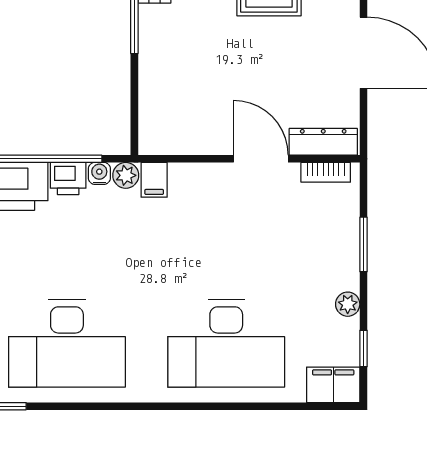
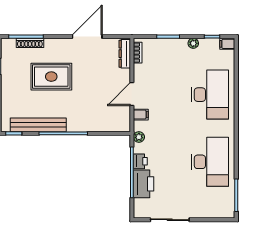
door: (261, 159) -> (132, 94), moved
water cooler: (99, 173) -> (138, 148), removed
filing cabinet: (154, 180) -> (141, 115), moved
filing cabinet: (333, 385) -> (227, 44), width x0.50

